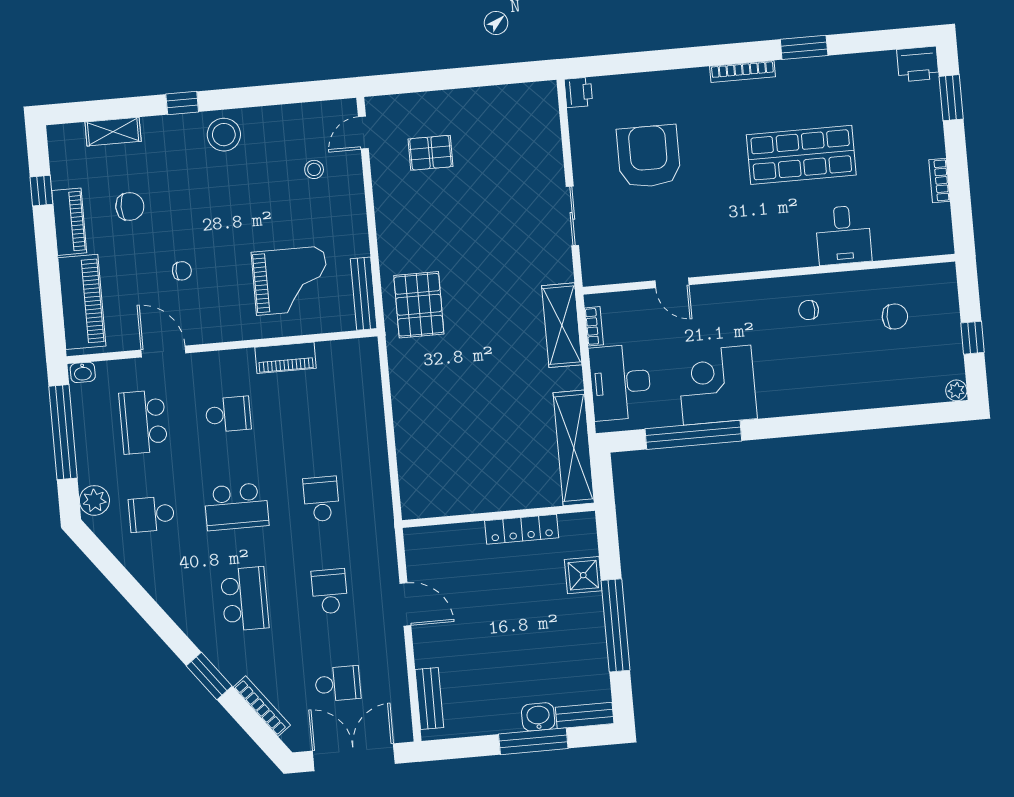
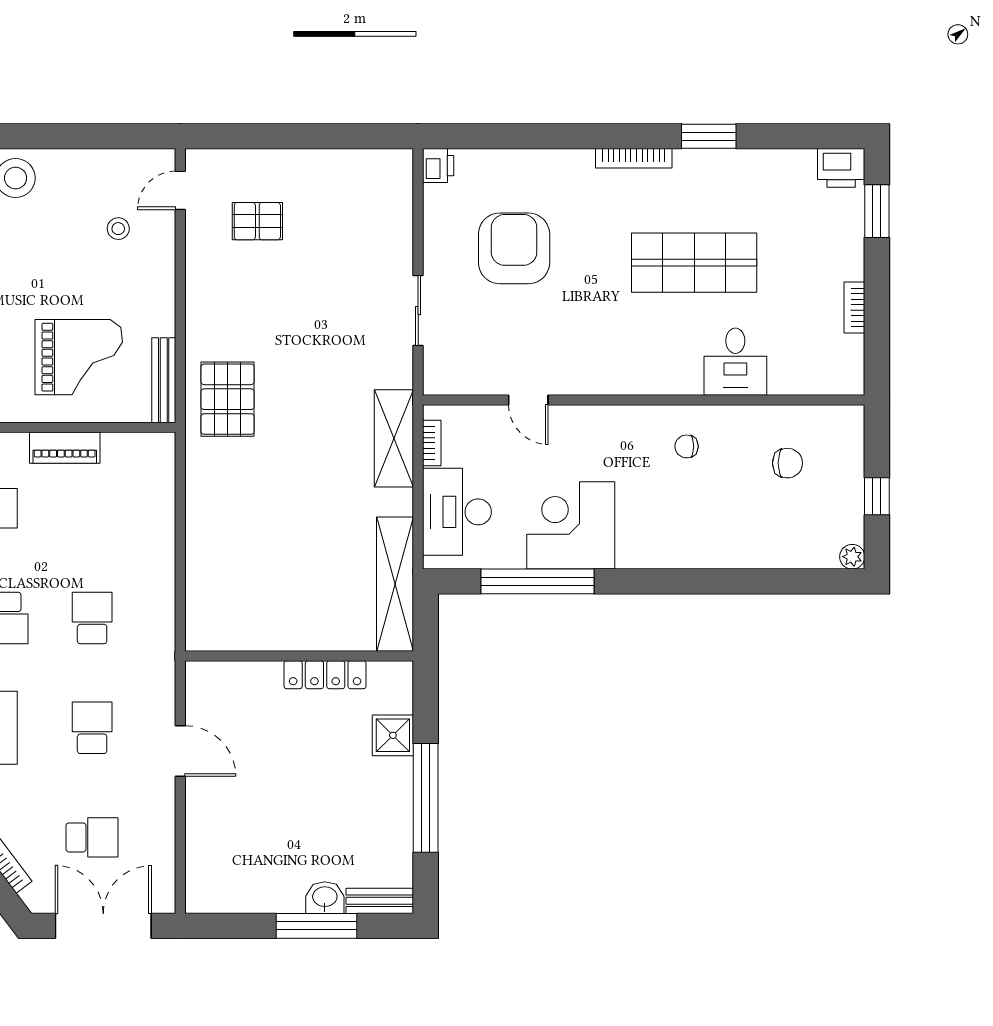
bench: (429, 699) -> (198, 865), removed

